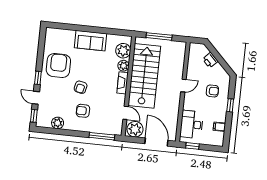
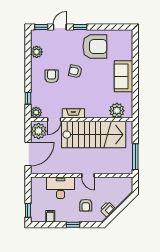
window: (159, 36) -> (135, 157), moved
printer: (210, 60) -> (107, 209), moved
plant: (123, 66) -> (36, 112), moved
fireplace: (123, 83) -> (73, 113), moved
desk: (192, 124) -> (61, 188), moved
window: (102, 136) -> (28, 98), width x0.46
window: (192, 146) -> (28, 210), moved

